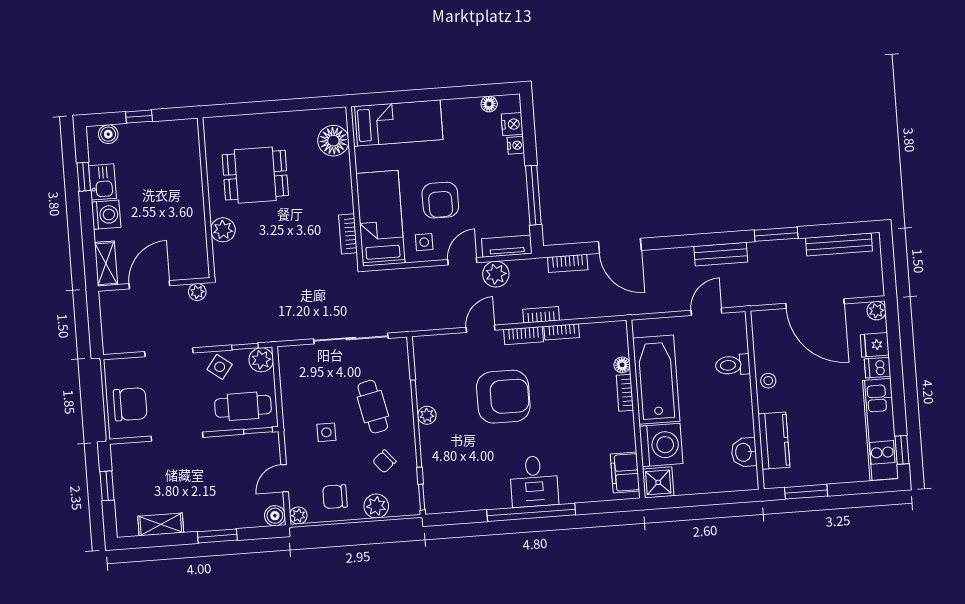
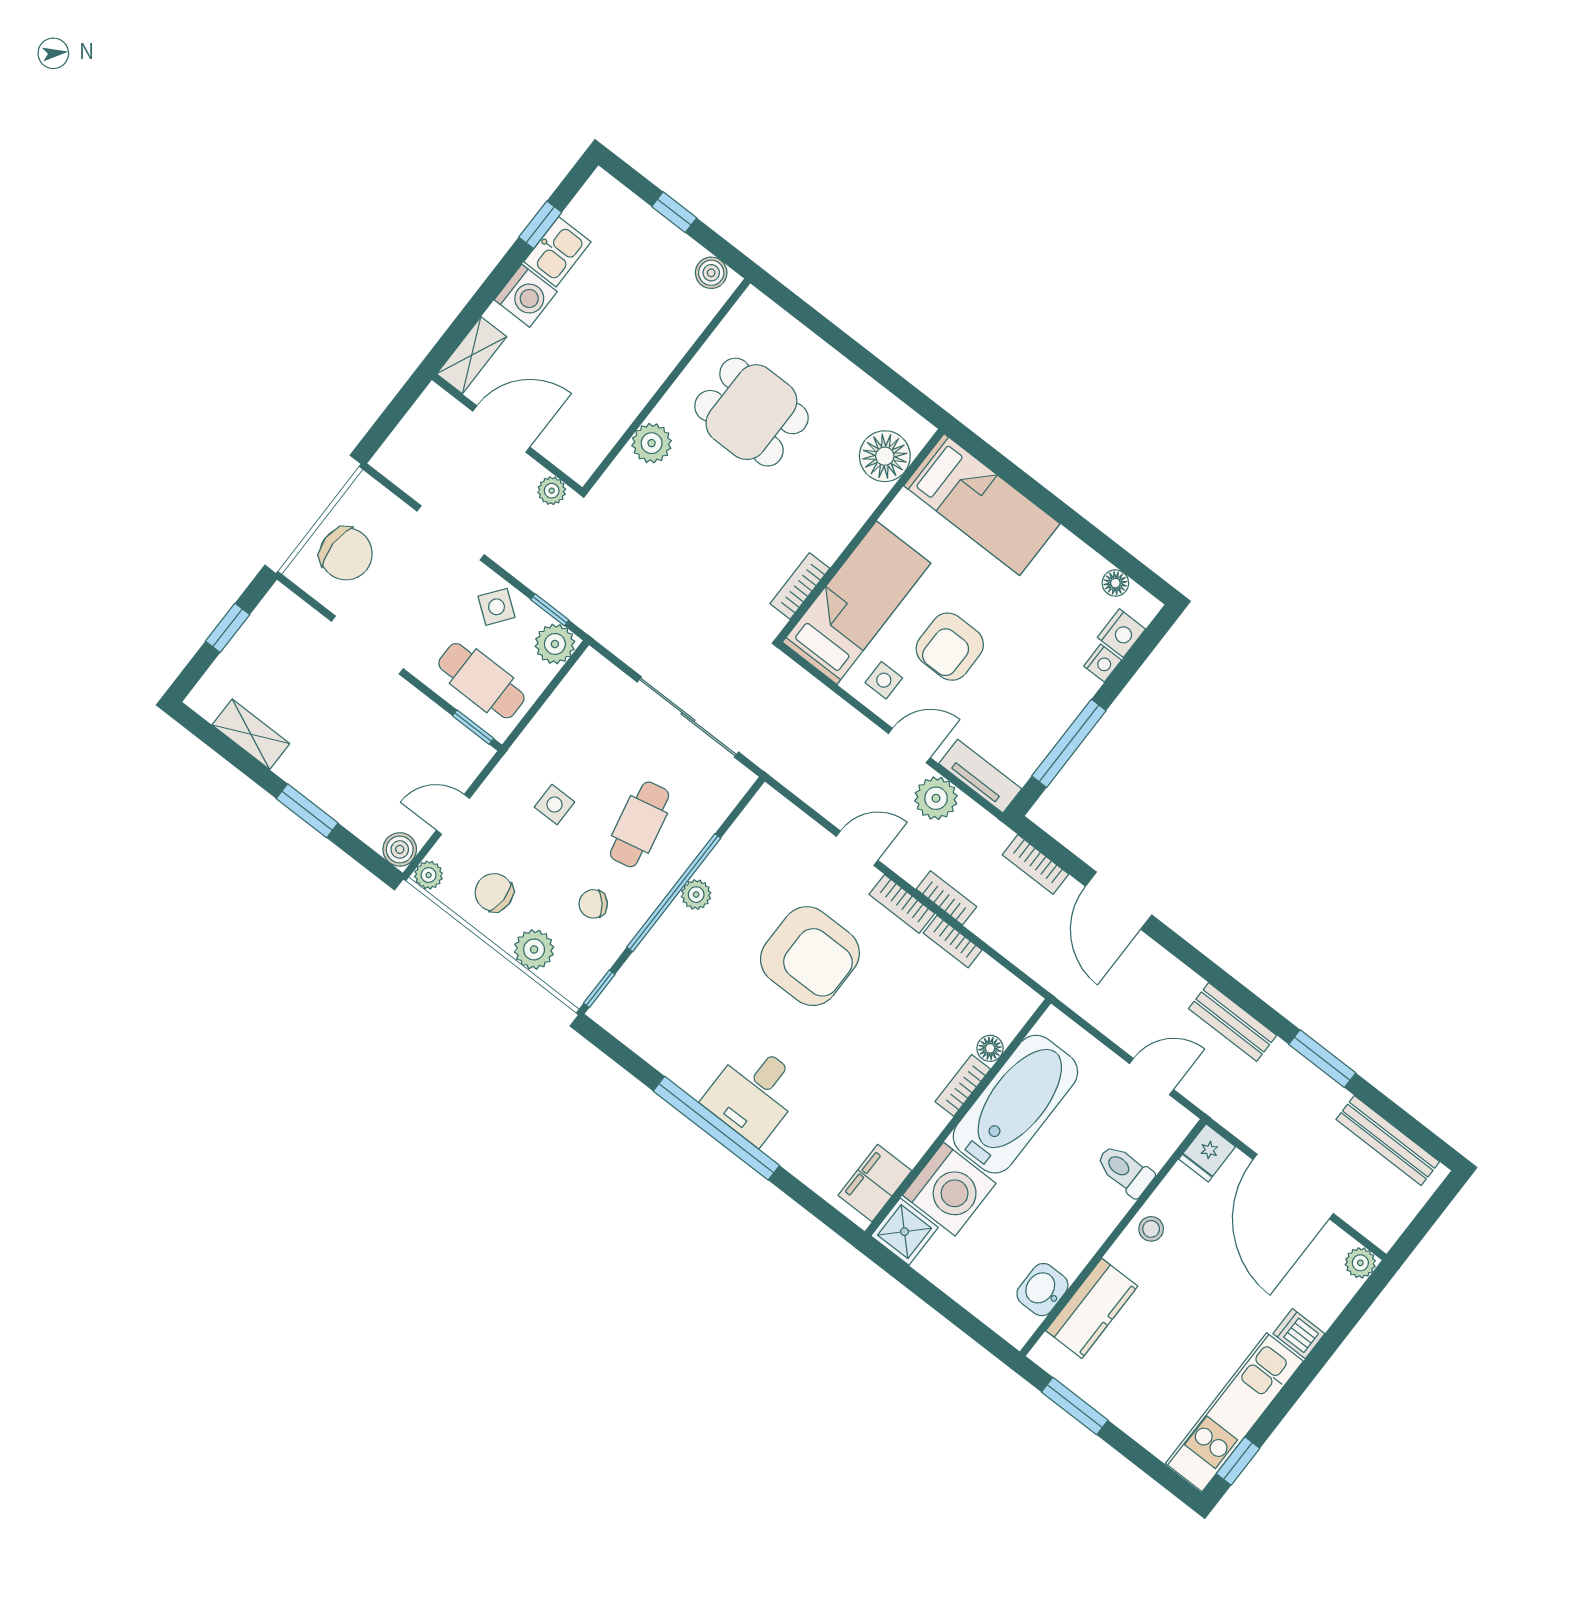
boiler: (108, 134) -> (711, 273), moved
fridge: (875, 345) -> (1207, 1153), moved, turned -90

